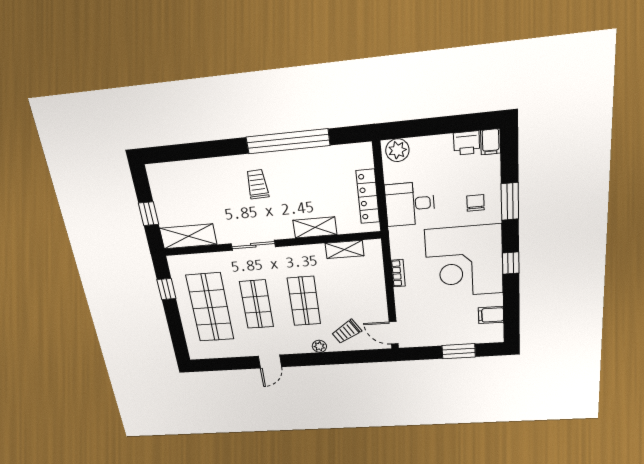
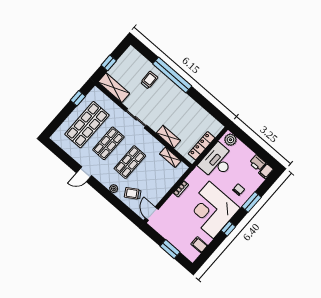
window: (288, 141) -> (172, 75), moved
trolley: (257, 184) -> (149, 80), moved
desk: (410, 204) -> (217, 162), width x1.37

